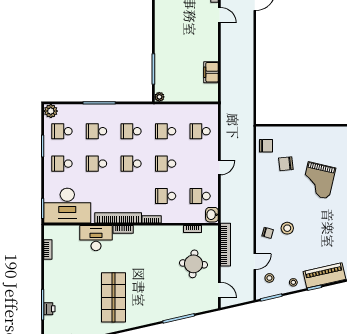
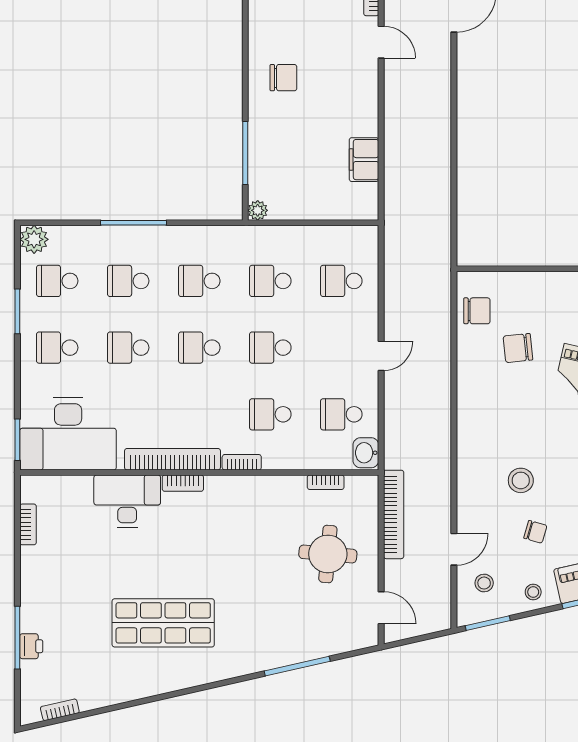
chair: (172, 32) -> (283, 78), added
chair: (268, 233) -> (535, 532), moved
shop shelf: (114, 297) -> (163, 623), turned 90

